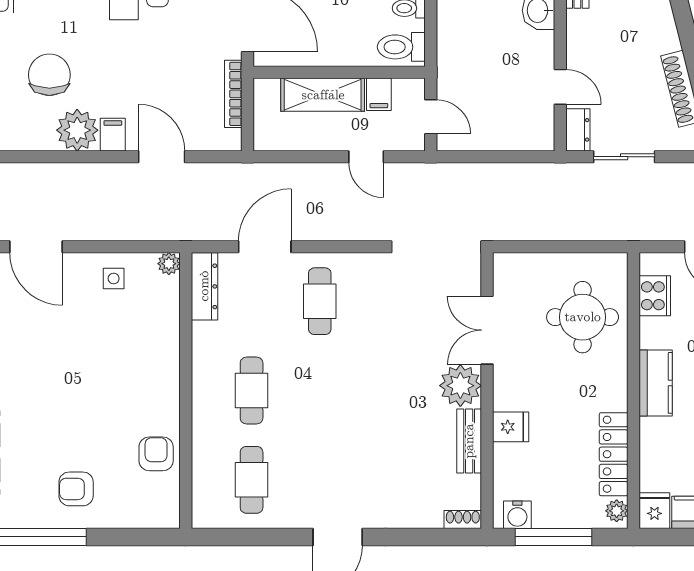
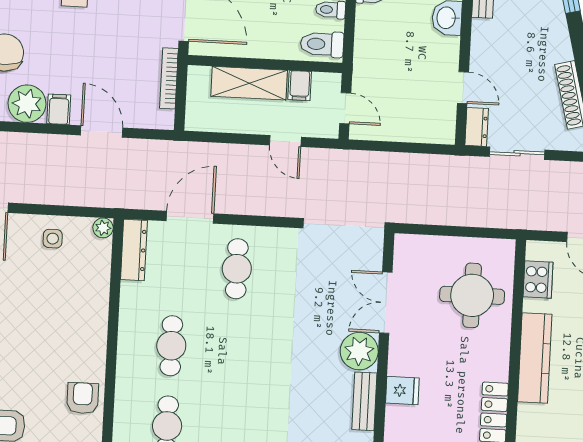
kitchen counter: (656, 383) -> (535, 358), width x1.50

